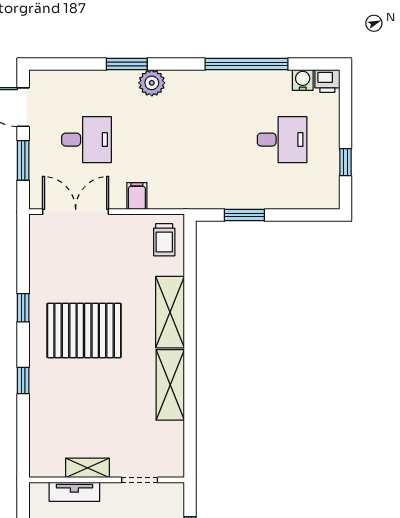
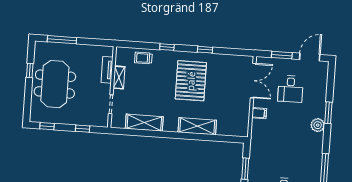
trolley: (164, 240) -> (143, 58), moved
shelving: (170, 385) -> (144, 123), moved

